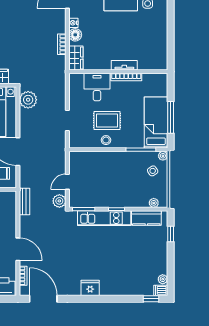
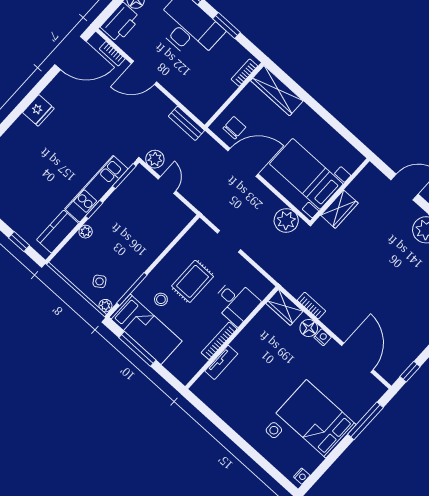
tv unit: (124, 65) -> (221, 362), moved
stool: (106, 140) -> (161, 299), moved
plant: (154, 203) -> (86, 232), moved

